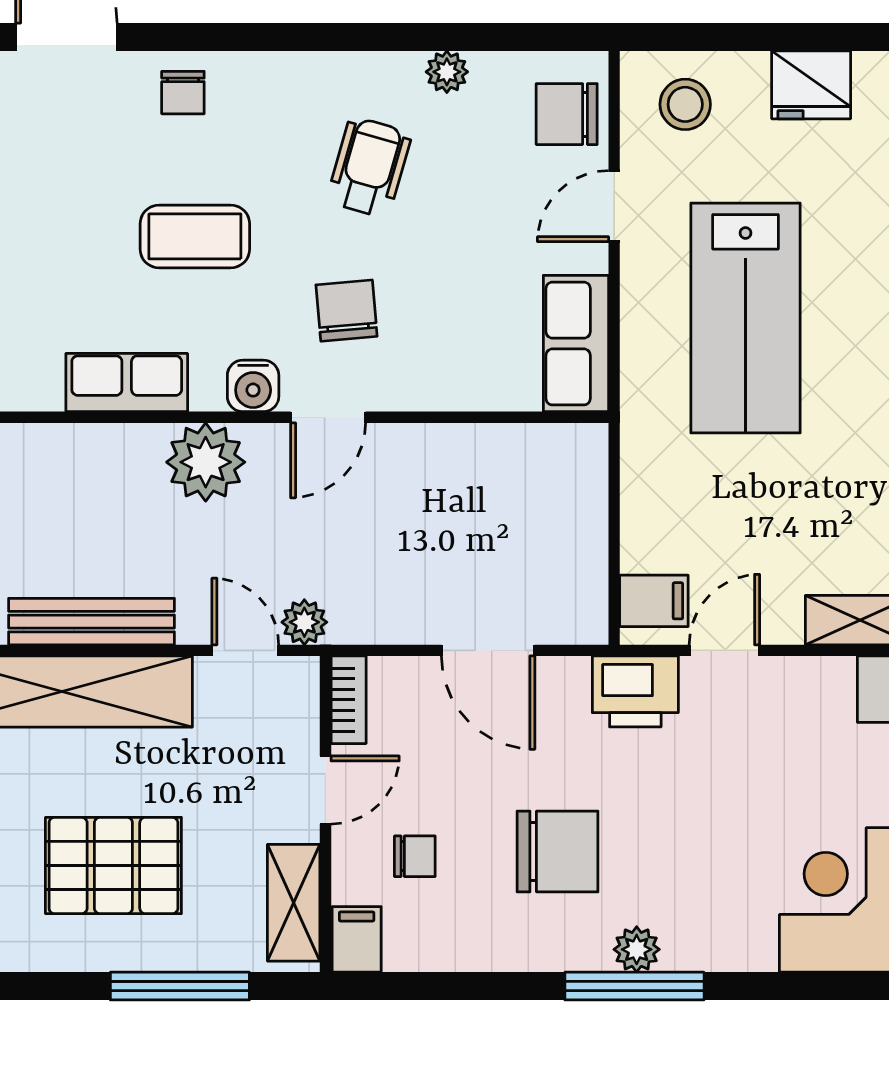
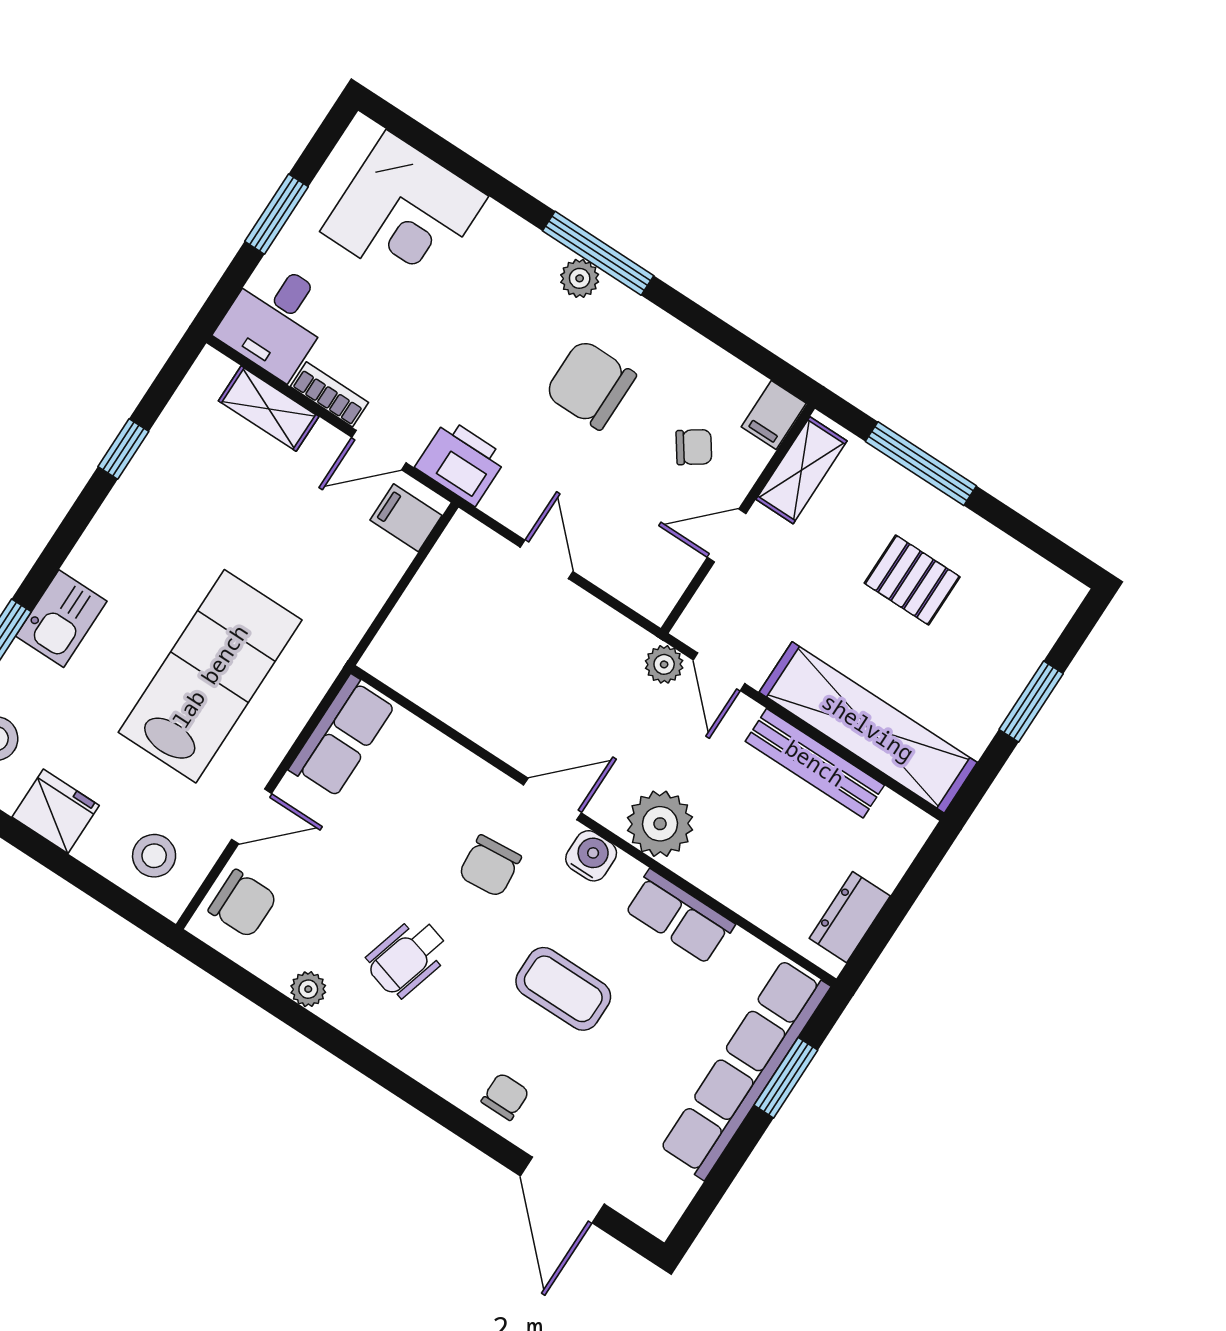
door: (488, 650) -> (547, 559), width x0.73
bookcase: (349, 700) -> (329, 394), moved, turned 90
chair: (415, 856) -> (694, 447), turned 145
pallet: (113, 866) -> (912, 580), width x0.67, depth x0.71

